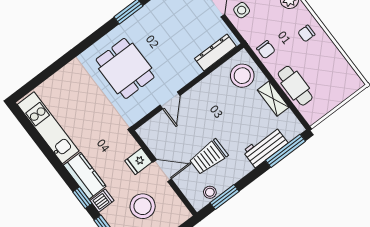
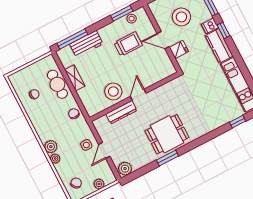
chair: (306, 33) -> (34, 94), moved
dresser: (215, 52) -> (121, 112), moved
dining table: (125, 68) -> (167, 134), moved, turned 90
stool: (242, 76) -> (113, 91), moved
window: (42, 77) -> (238, 122), added
door: (170, 100) -> (138, 95), moved

